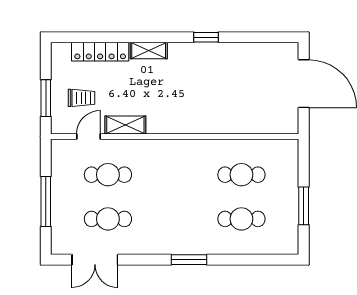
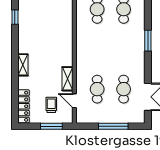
window: (206, 37) -> (15, 17), moved
locker: (100, 52) -> (24, 106), moved

